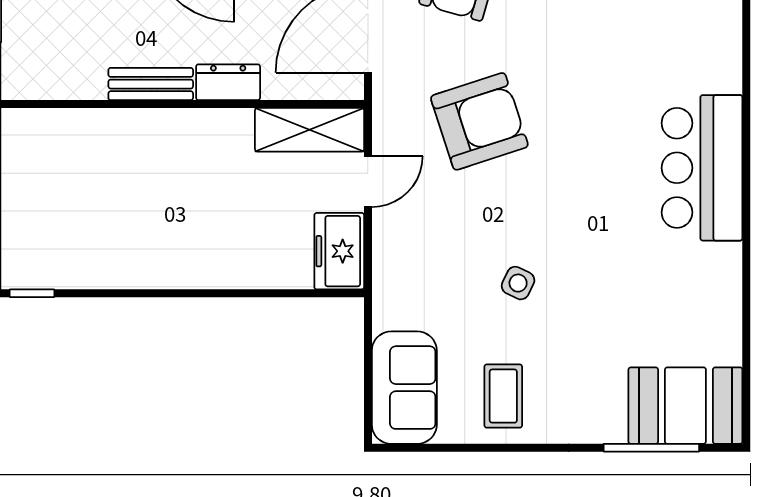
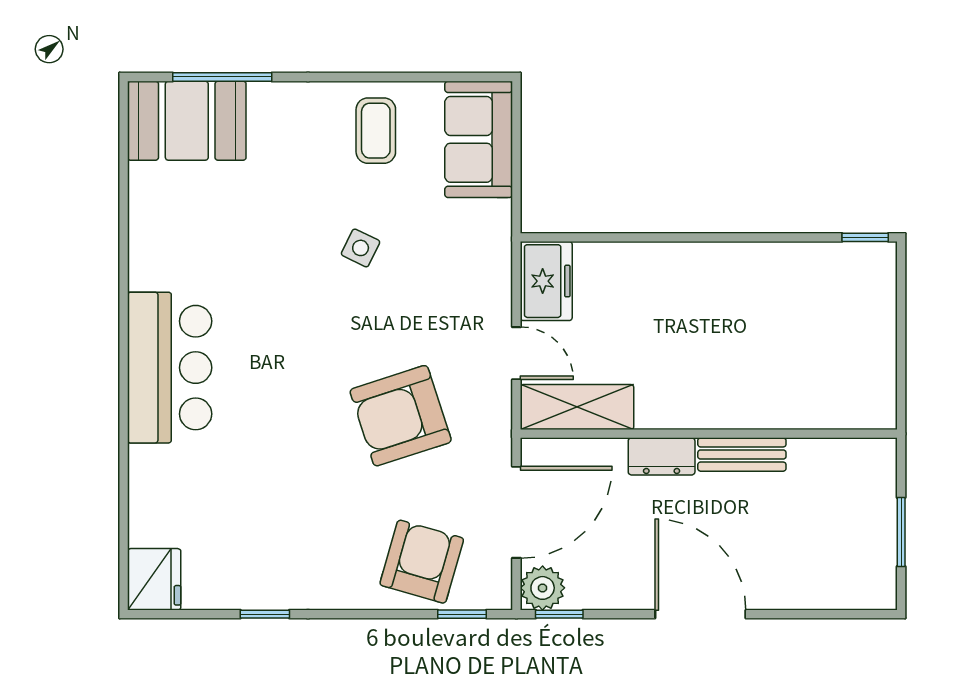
door: (368, 182) -> (516, 353), swing flipped

